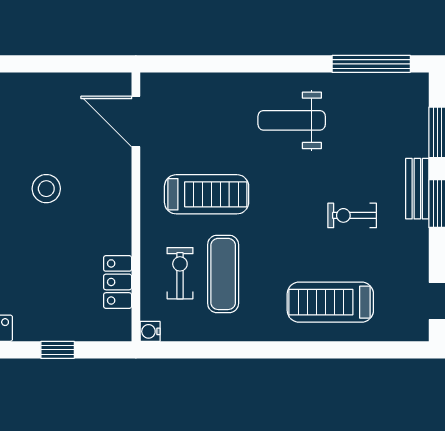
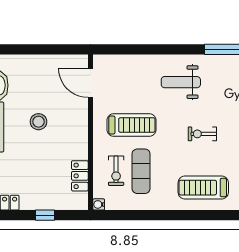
exercise bike: (352, 215) -> (202, 134), moved
exercise bike: (180, 273) -> (116, 171), turned 180

